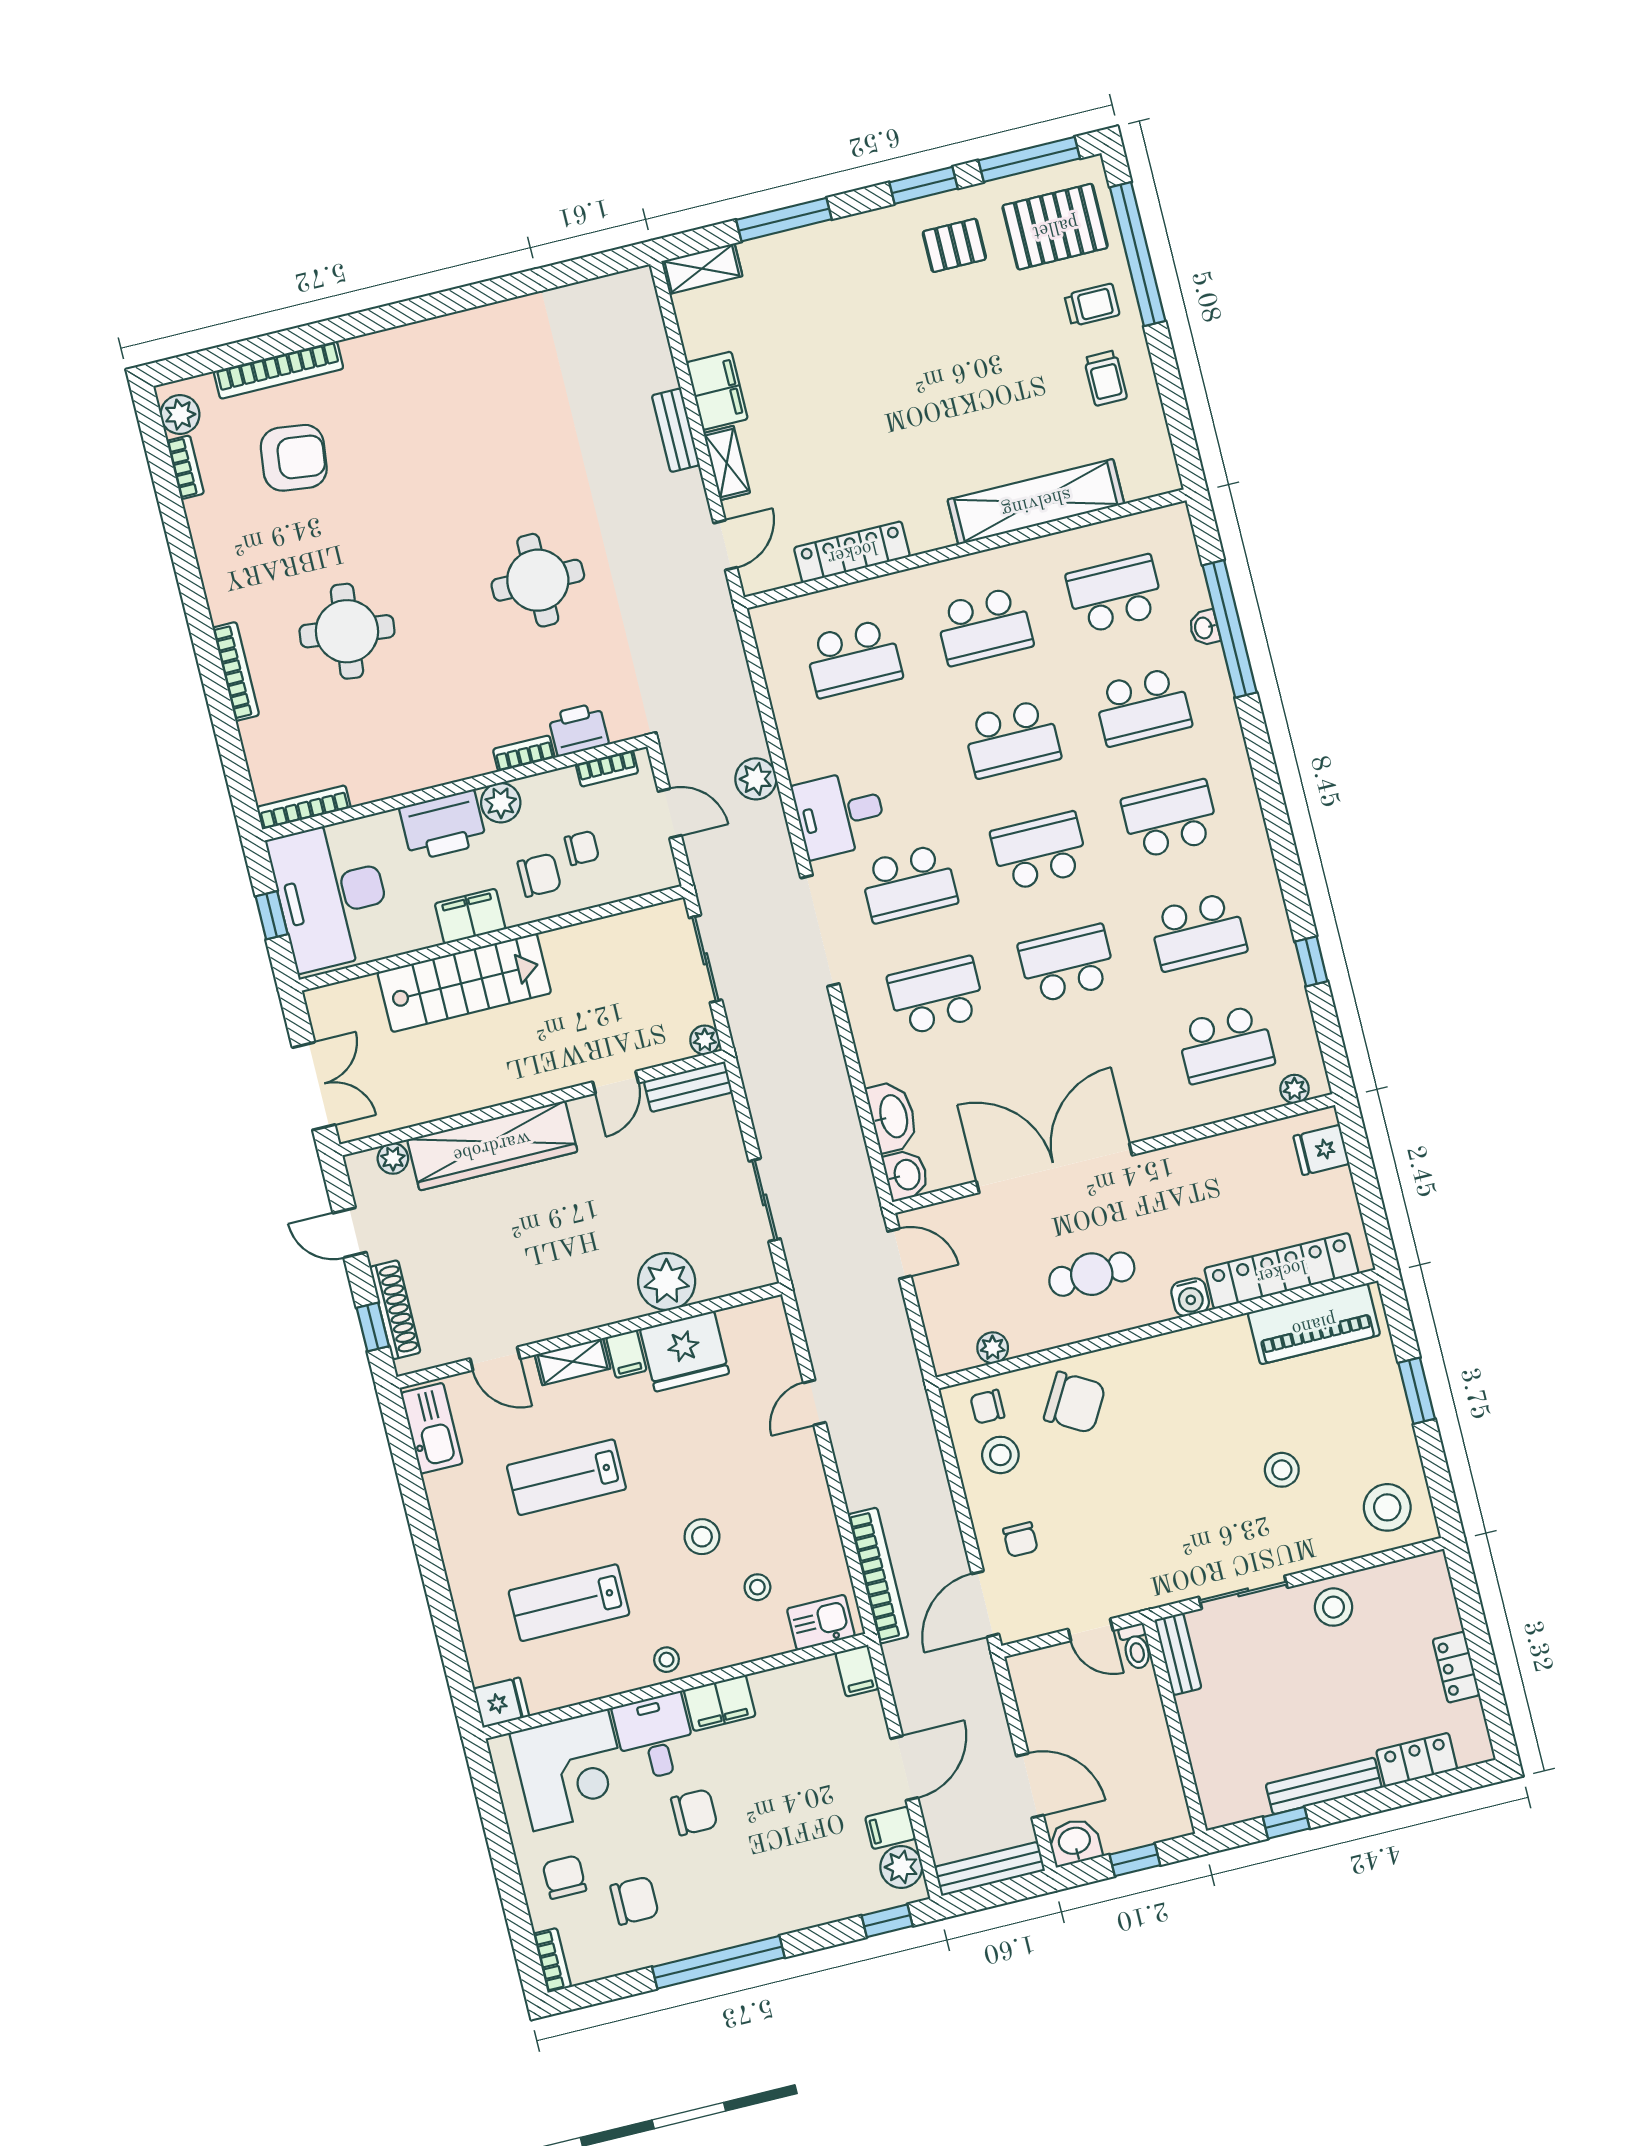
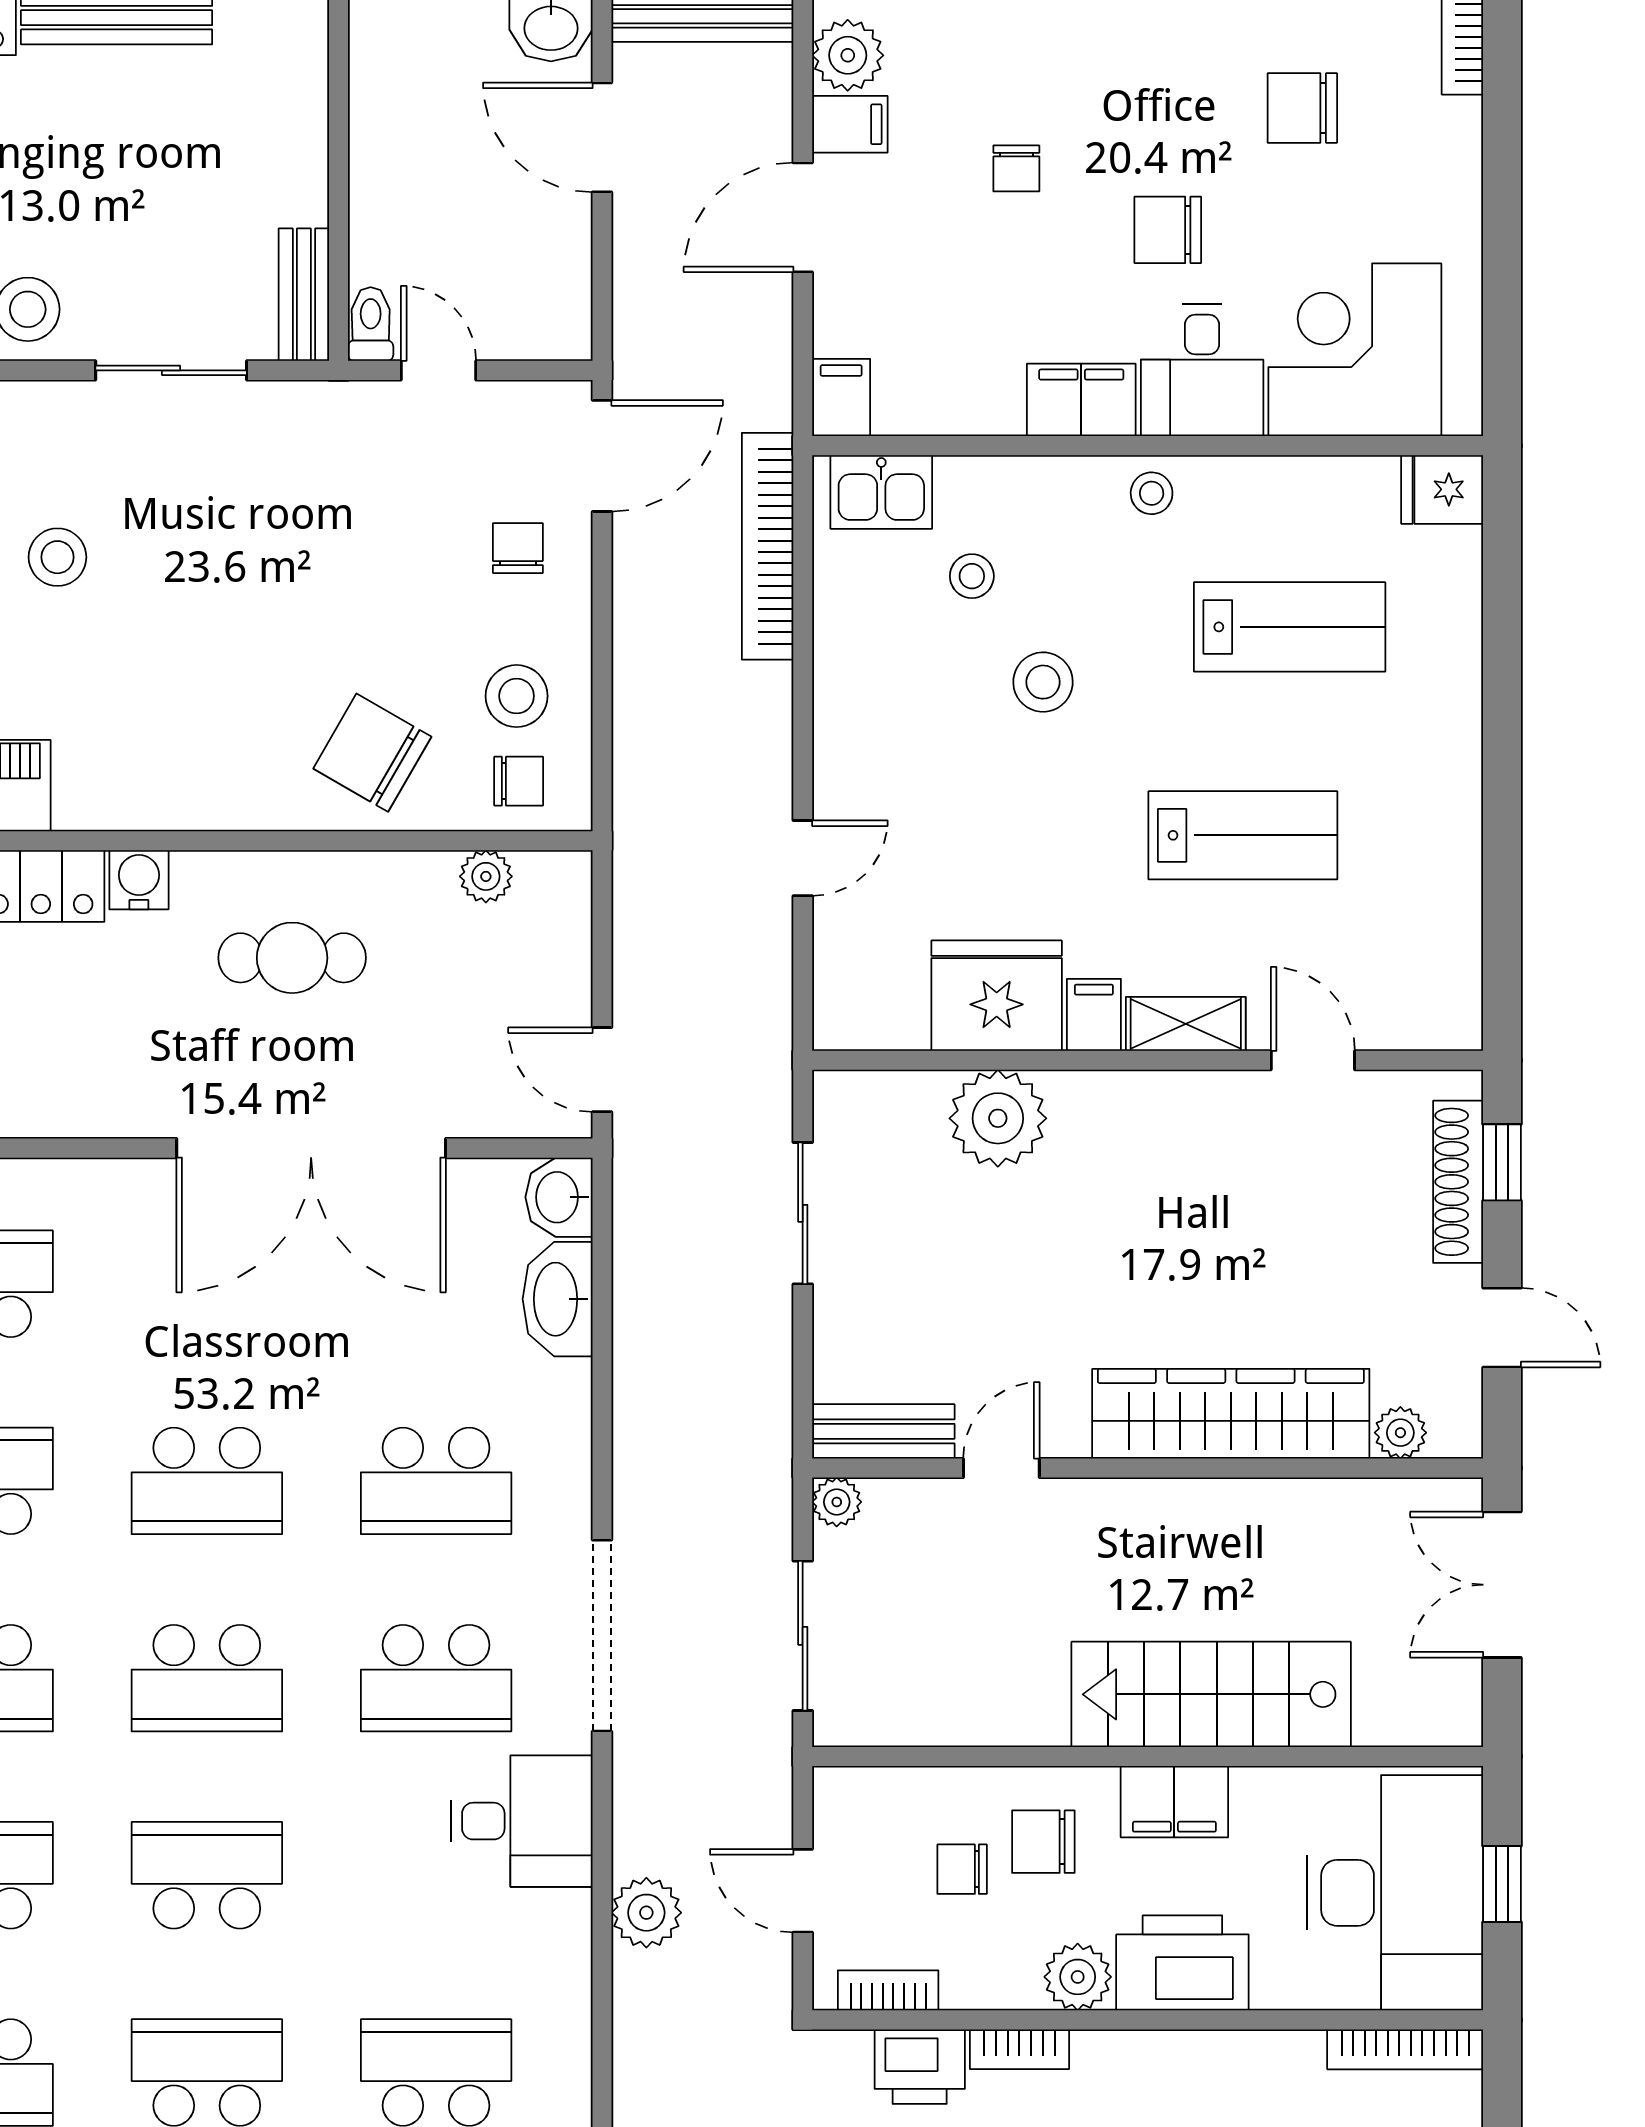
school desk: (909, 883) -> (436, 1678), turned 180
kitchen sink: (432, 1428) -> (1446, 971), removed
chair: (564, 1877) -> (1016, 168), moved, width x0.73, depth x0.73

